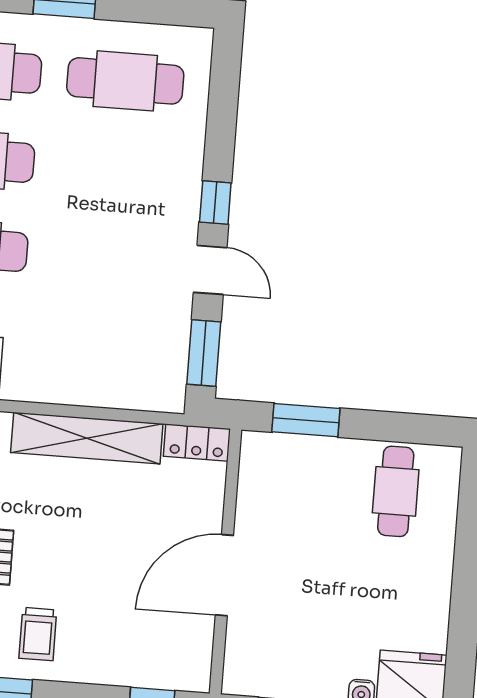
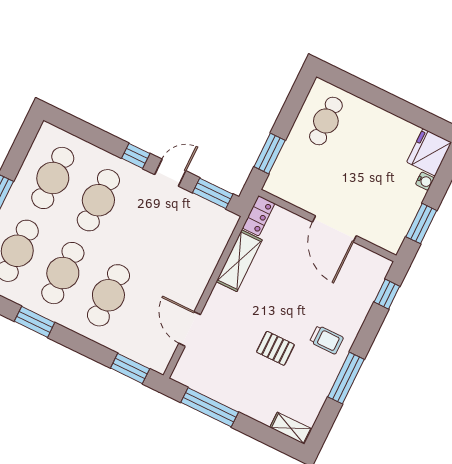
cafe table: (118, 170) -> (98, 200), added
shelving: (87, 438) -> (239, 261), width x0.68
cafe table: (396, 491) -> (326, 121), turned 90

